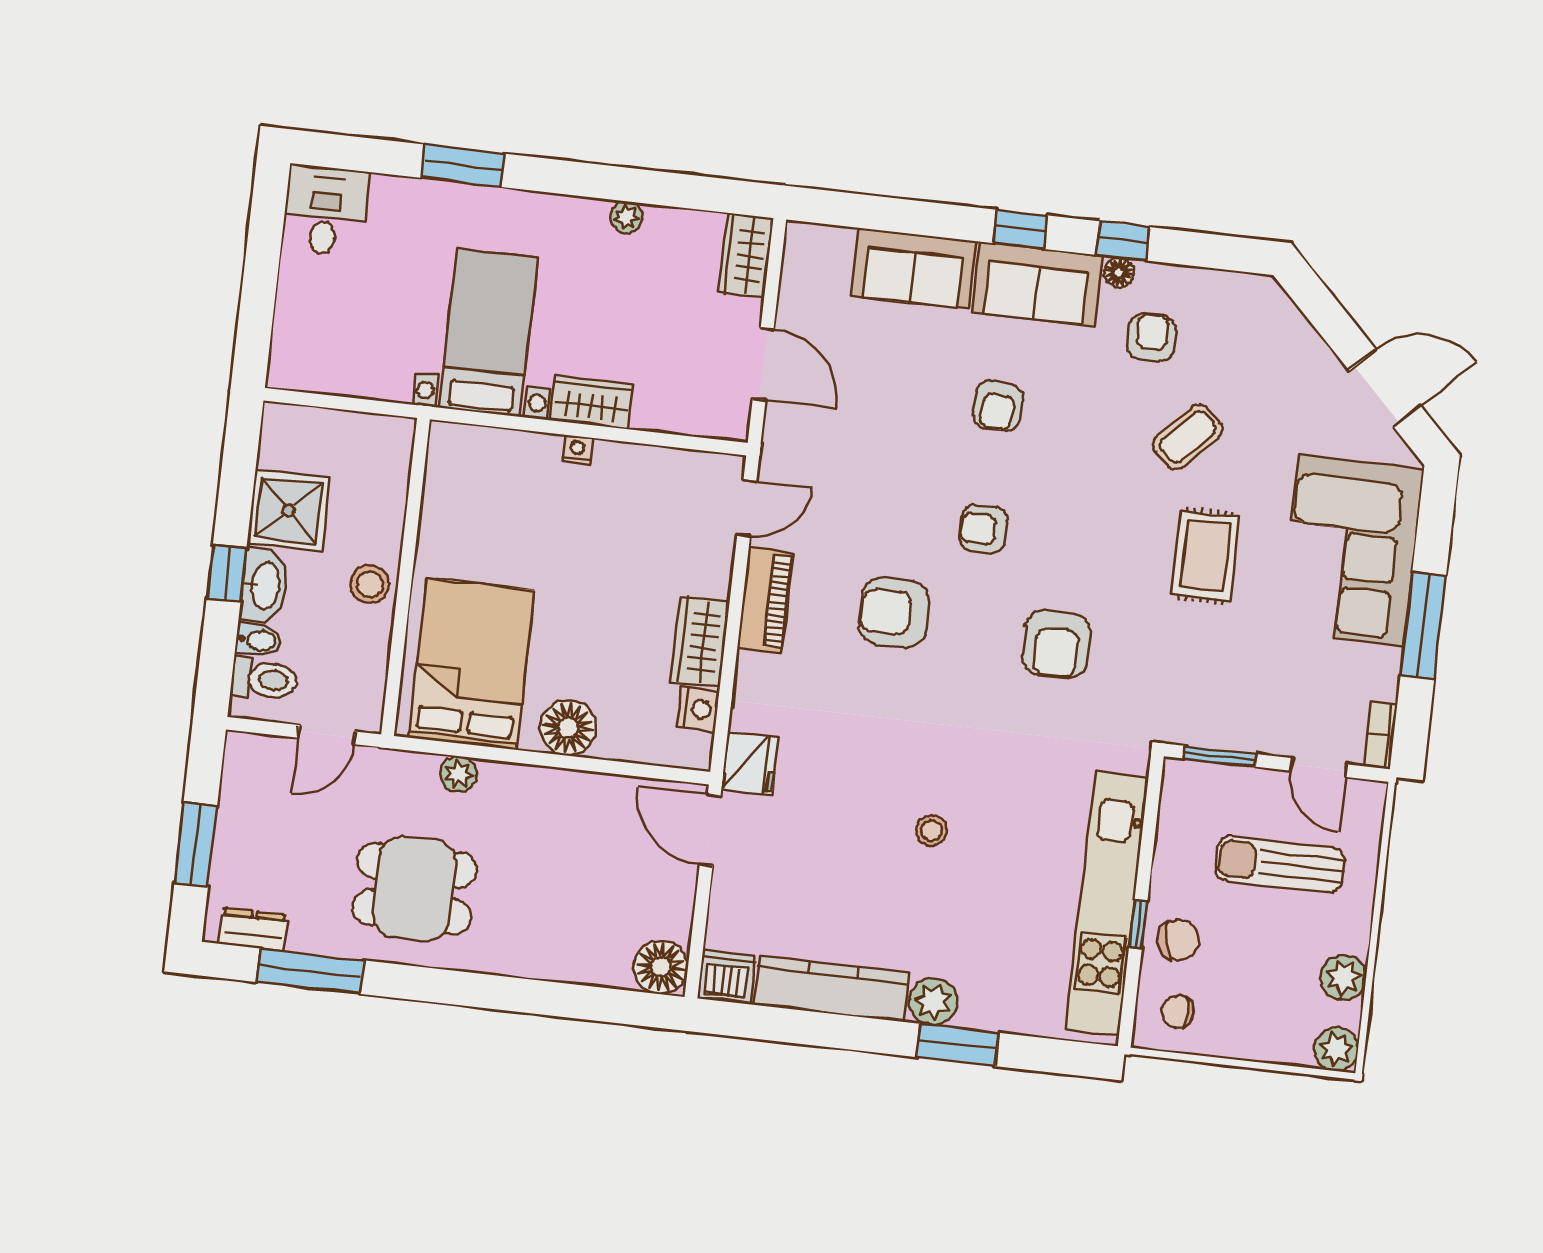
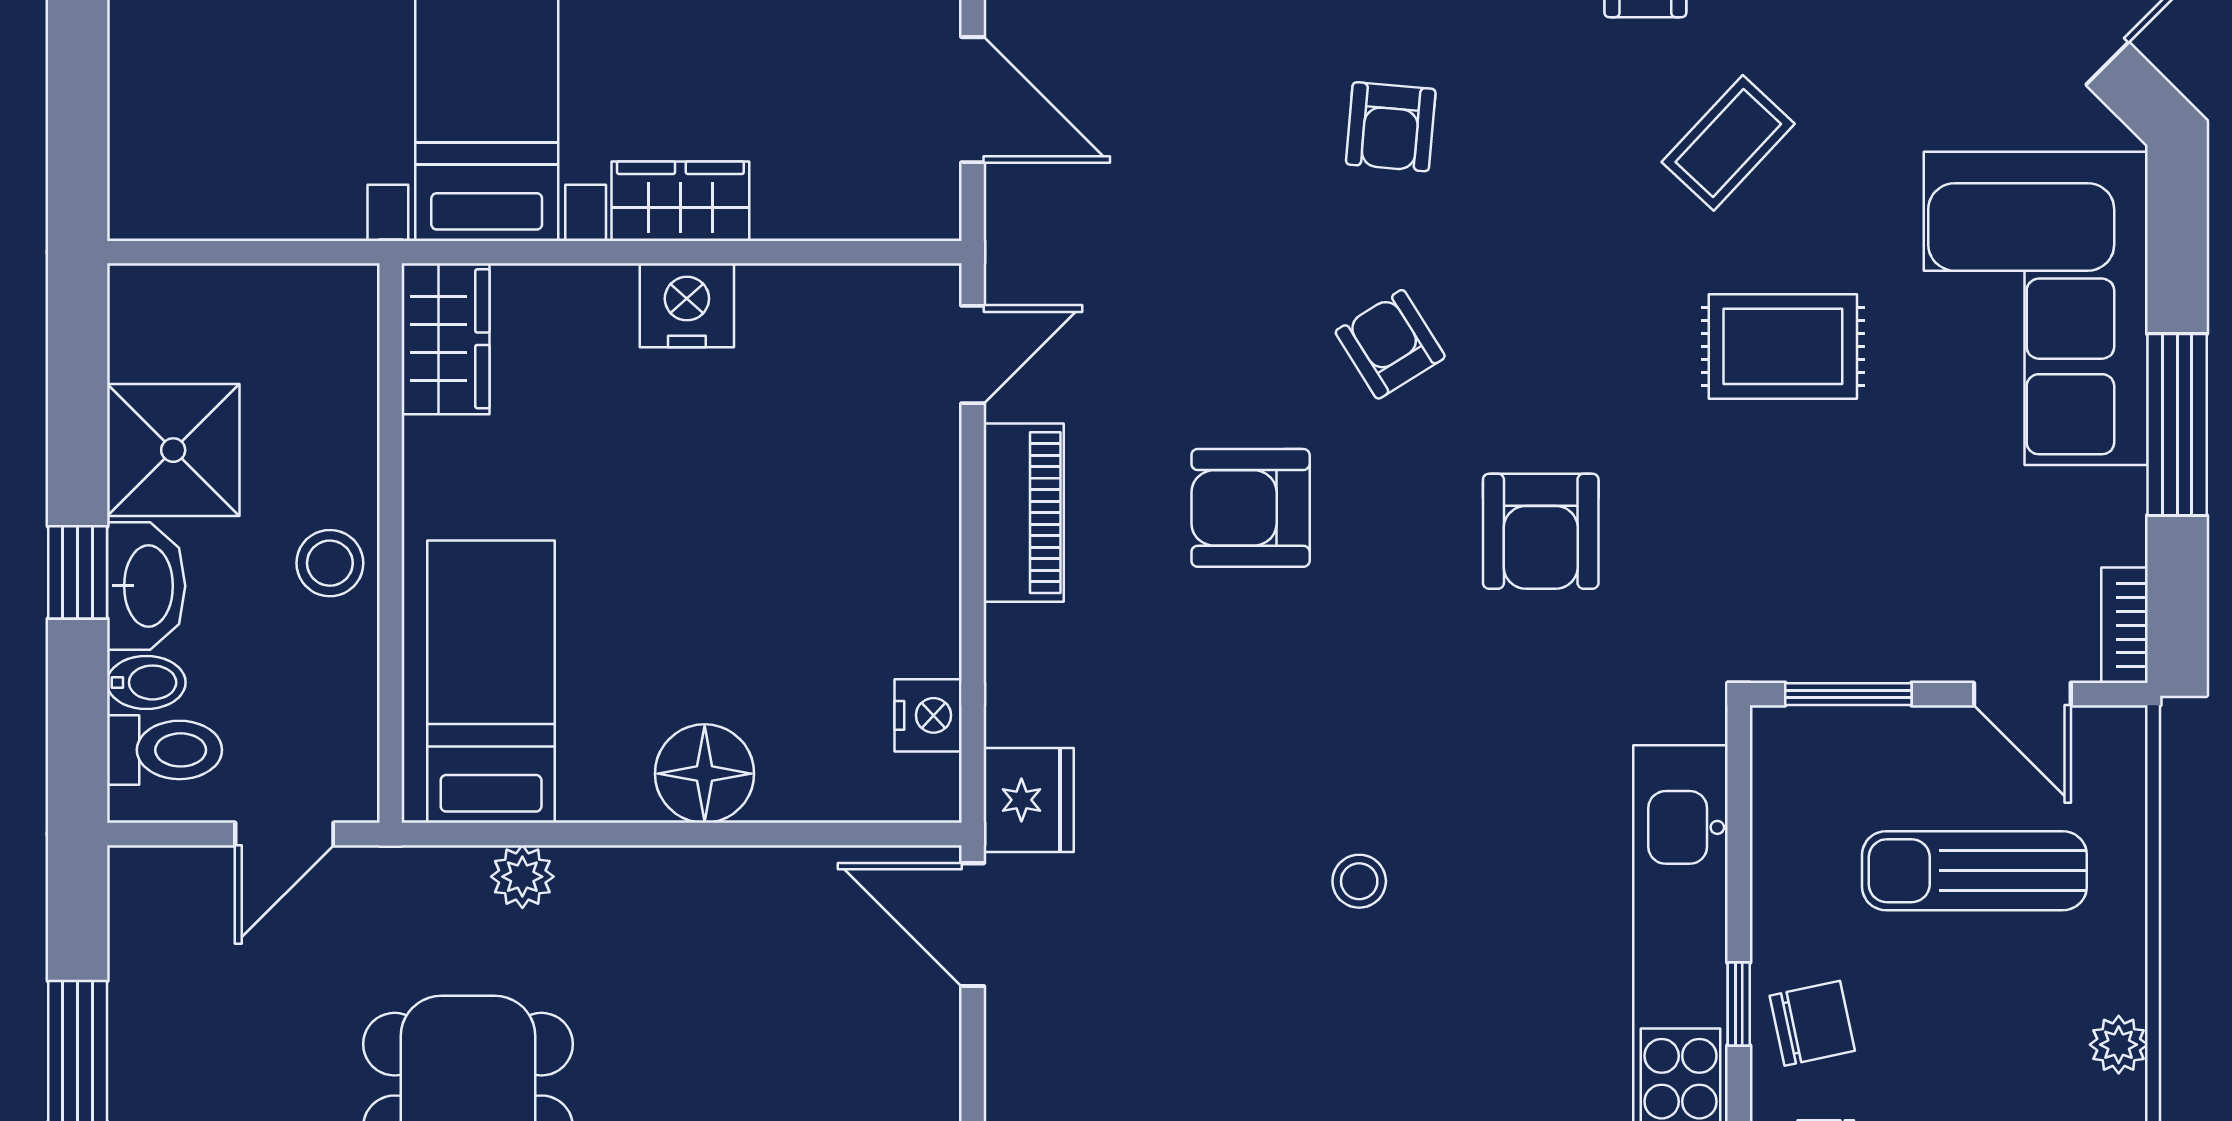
nightstand: (577, 450) -> (687, 305), width x1.89, depth x1.79
armchair: (984, 529) -> (1390, 344), turned 58
rug: (1205, 555) -> (1783, 346), turned 90
wardrobe: (700, 642) -> (446, 339), moved, turned 180
bed: (471, 664) -> (491, 682), width x0.67
plant: (1343, 977) -> (2119, 1045), width x0.73, depth x0.73

